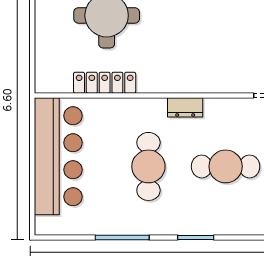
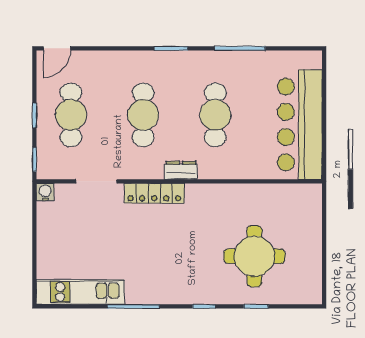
locker: (105, 83) -> (154, 193), moved
cafe table: (226, 166) -> (143, 115), turned 90

